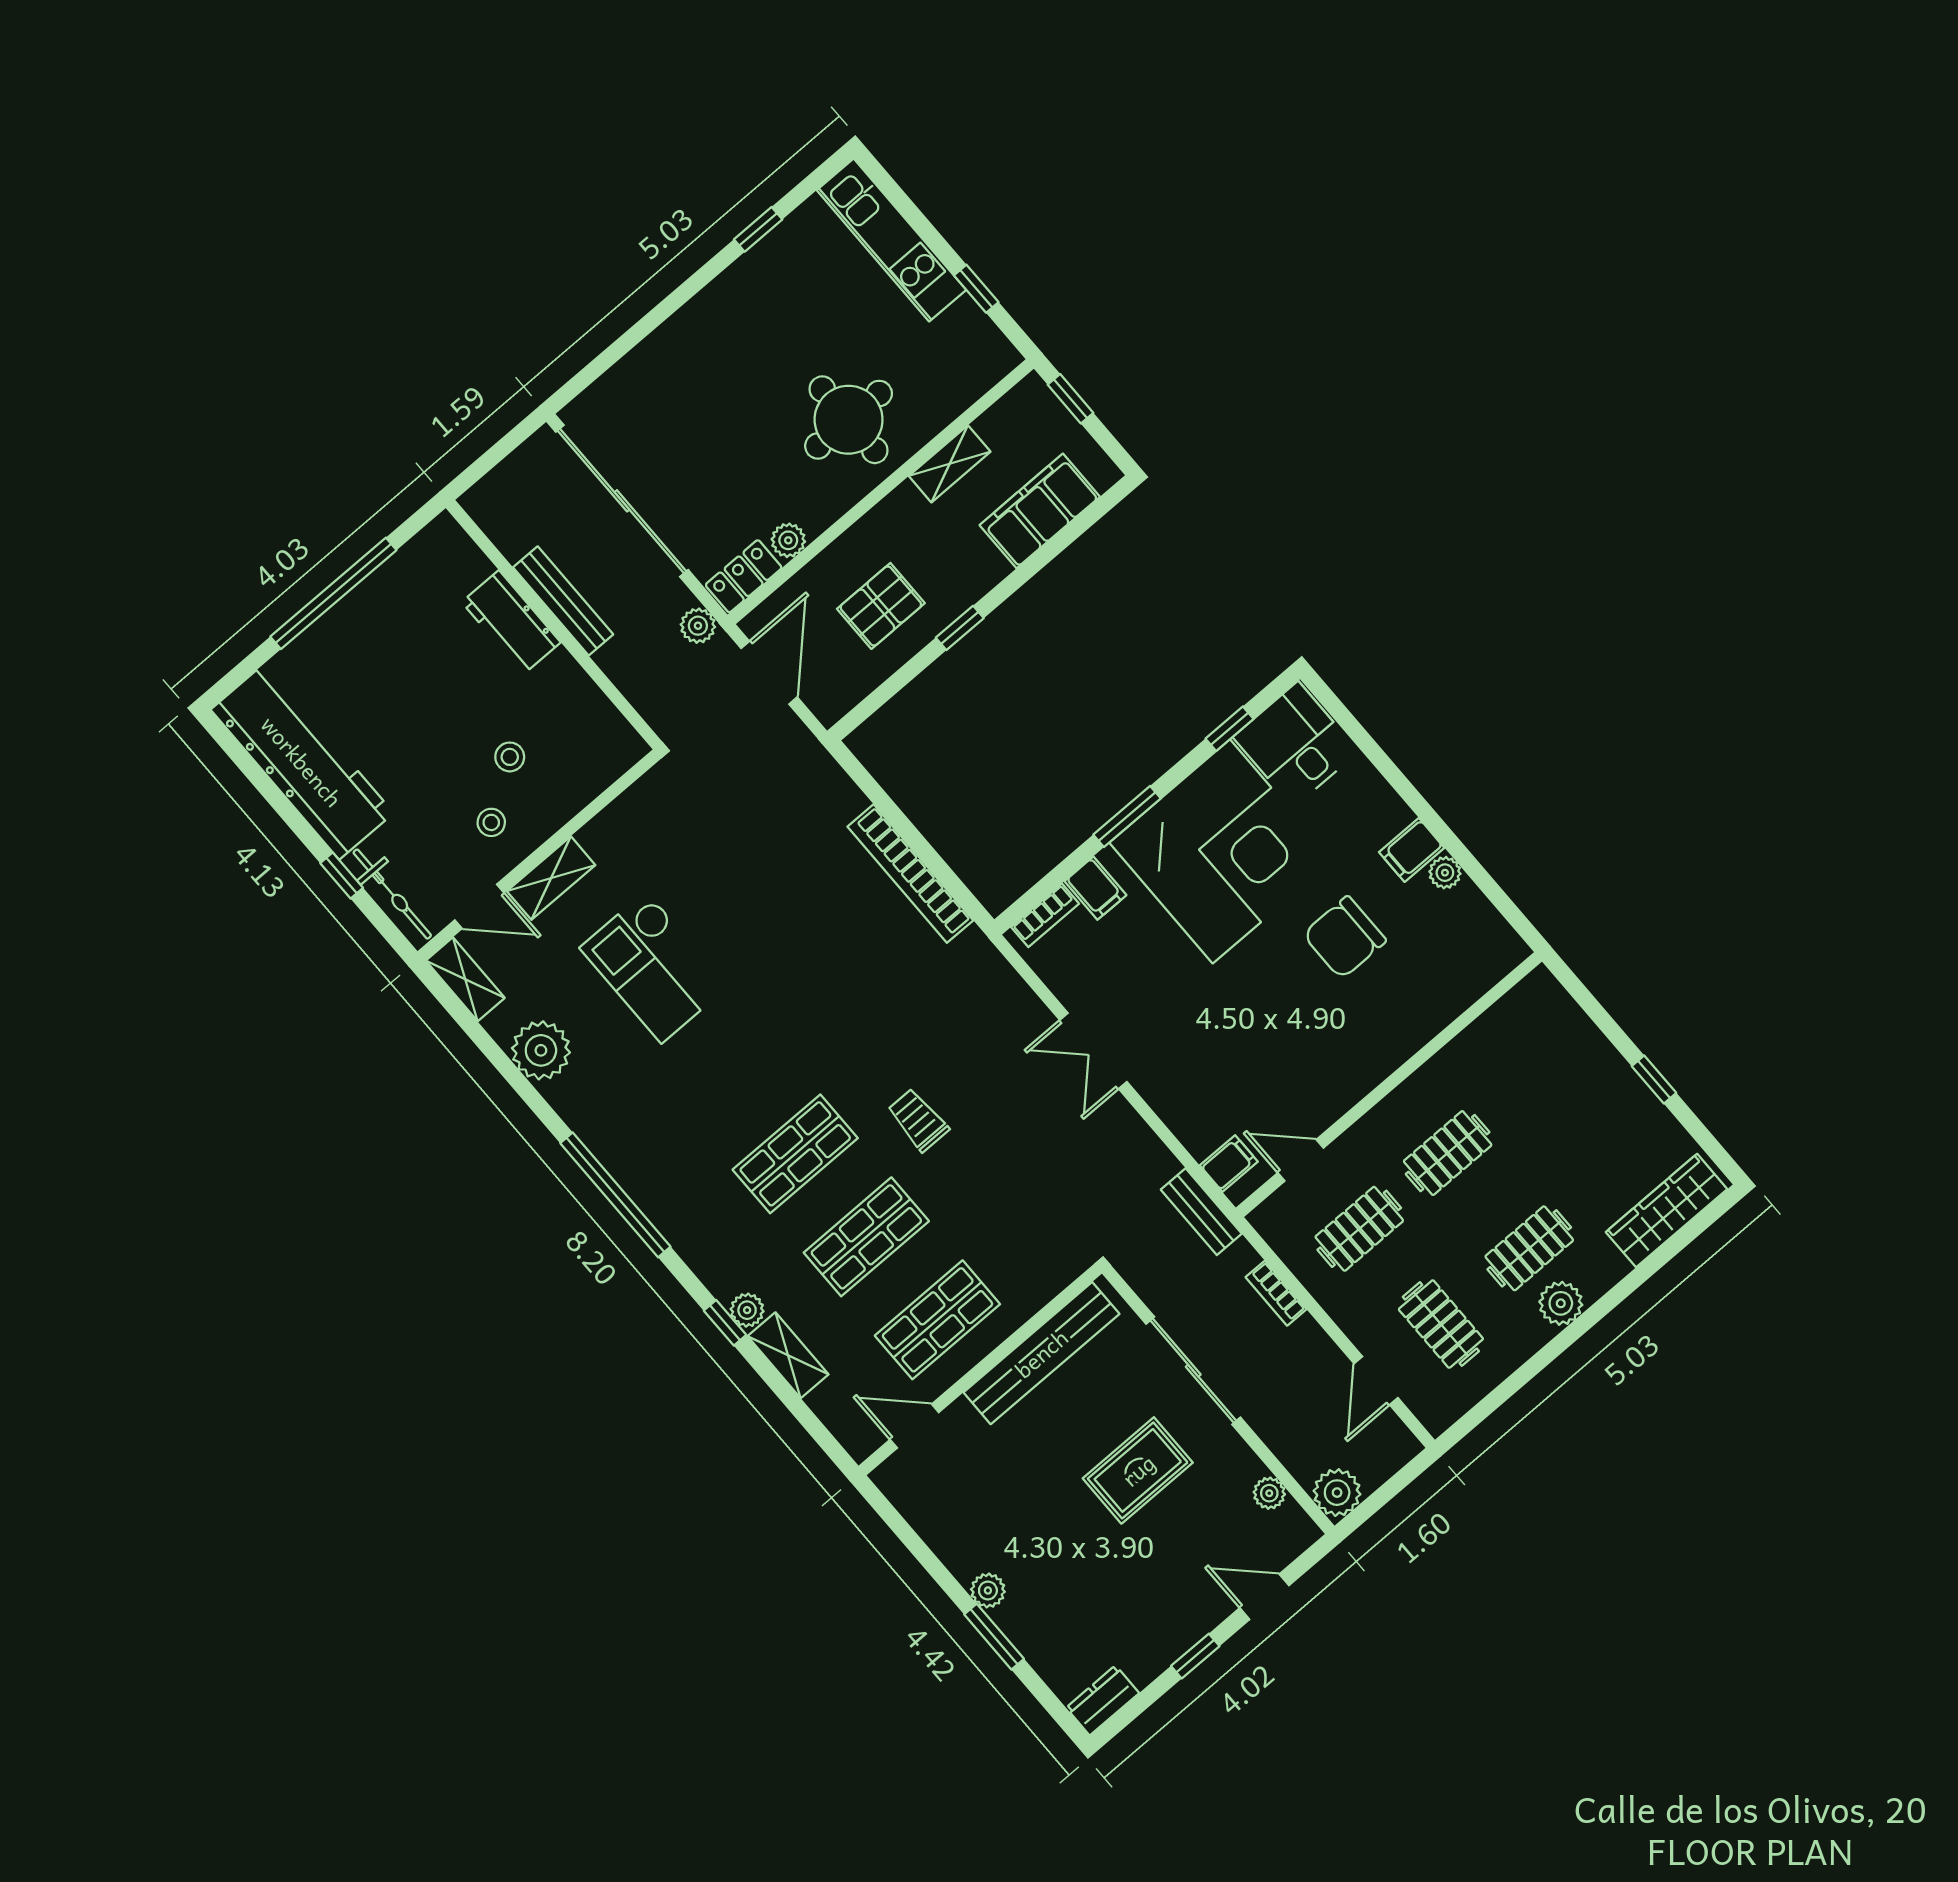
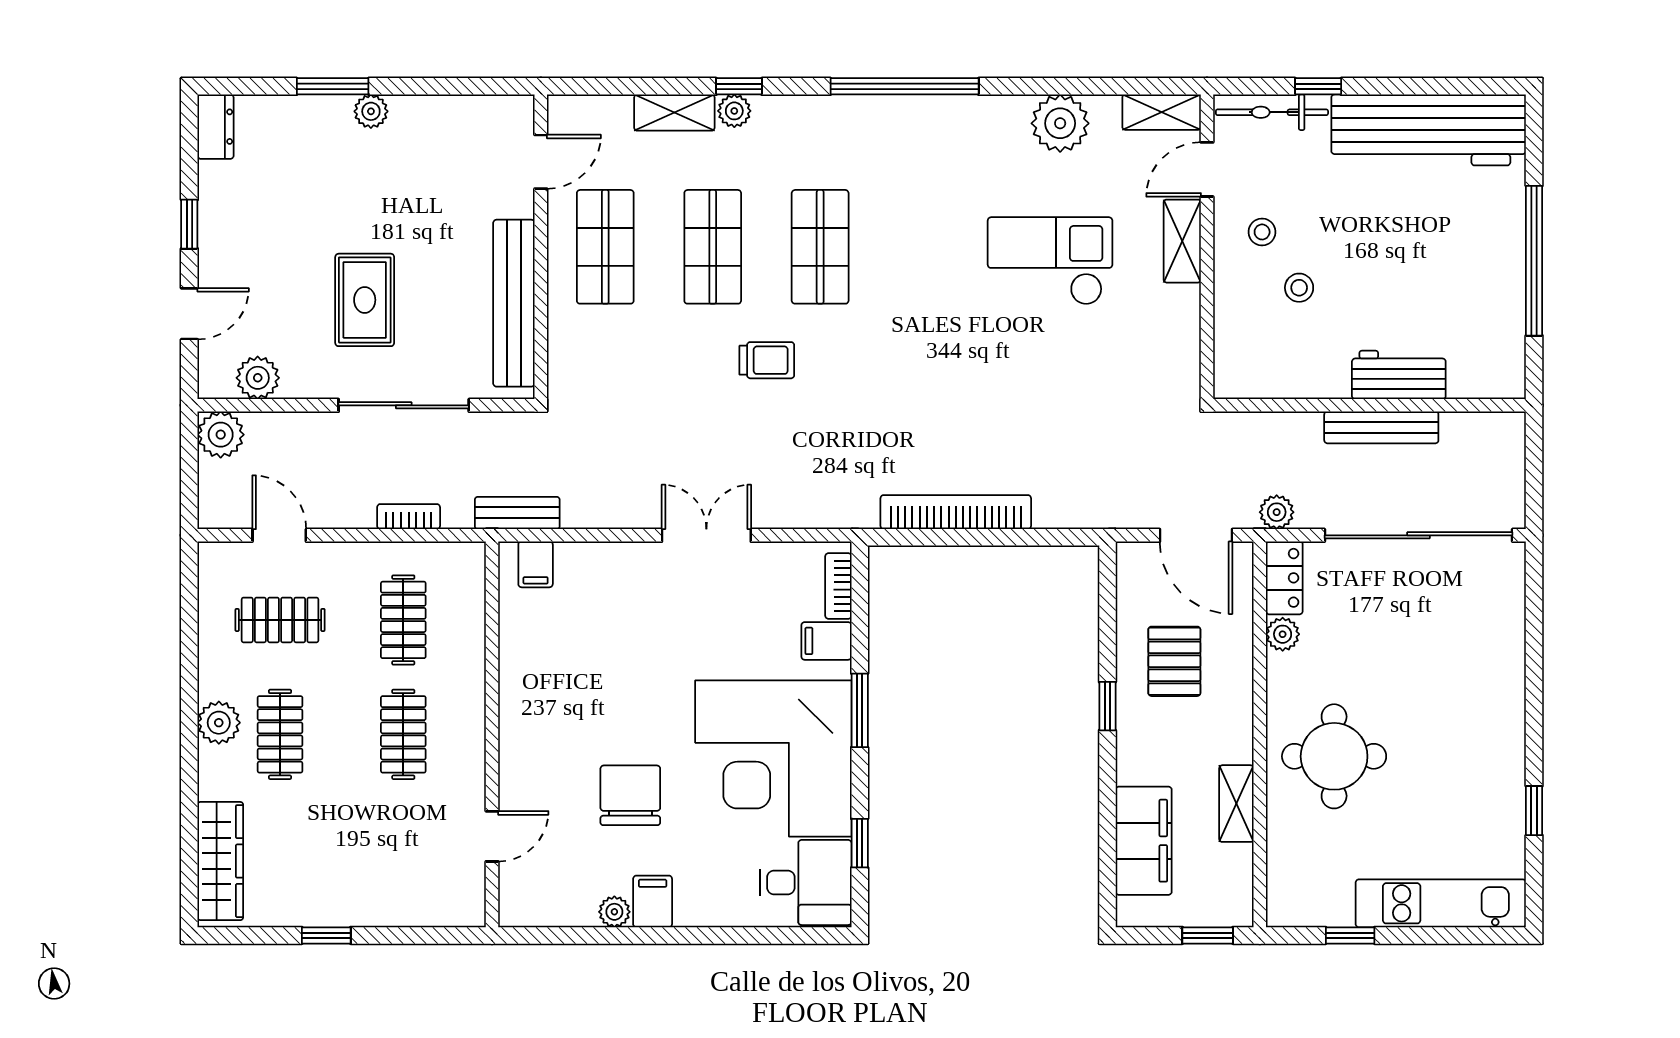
door: (1301, 1160) -> (492, 836), moved
plant: (1269, 1493) -> (258, 378), width x1.38, depth x1.38

